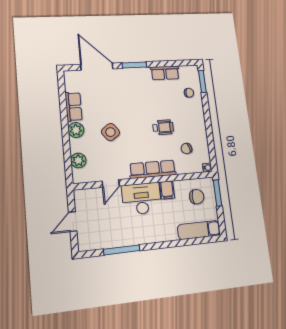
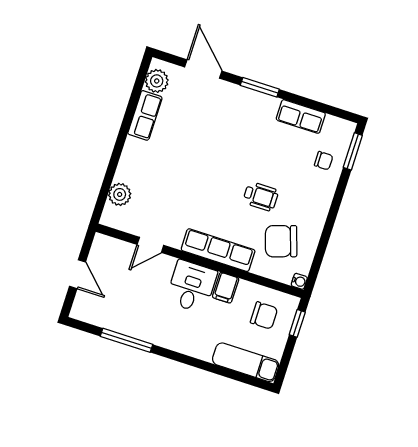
door: (97, 67) -> (203, 69), width x0.73
plant: (76, 130) -> (157, 81), moved
side table: (110, 132) -> (181, 173), removed
chair: (186, 149) -> (281, 241), width x1.87, depth x1.87
window: (218, 193) -> (297, 323), width x0.67
desk: (142, 199) -> (191, 286), width x0.73
door: (73, 222) -> (78, 274), swing flipped

